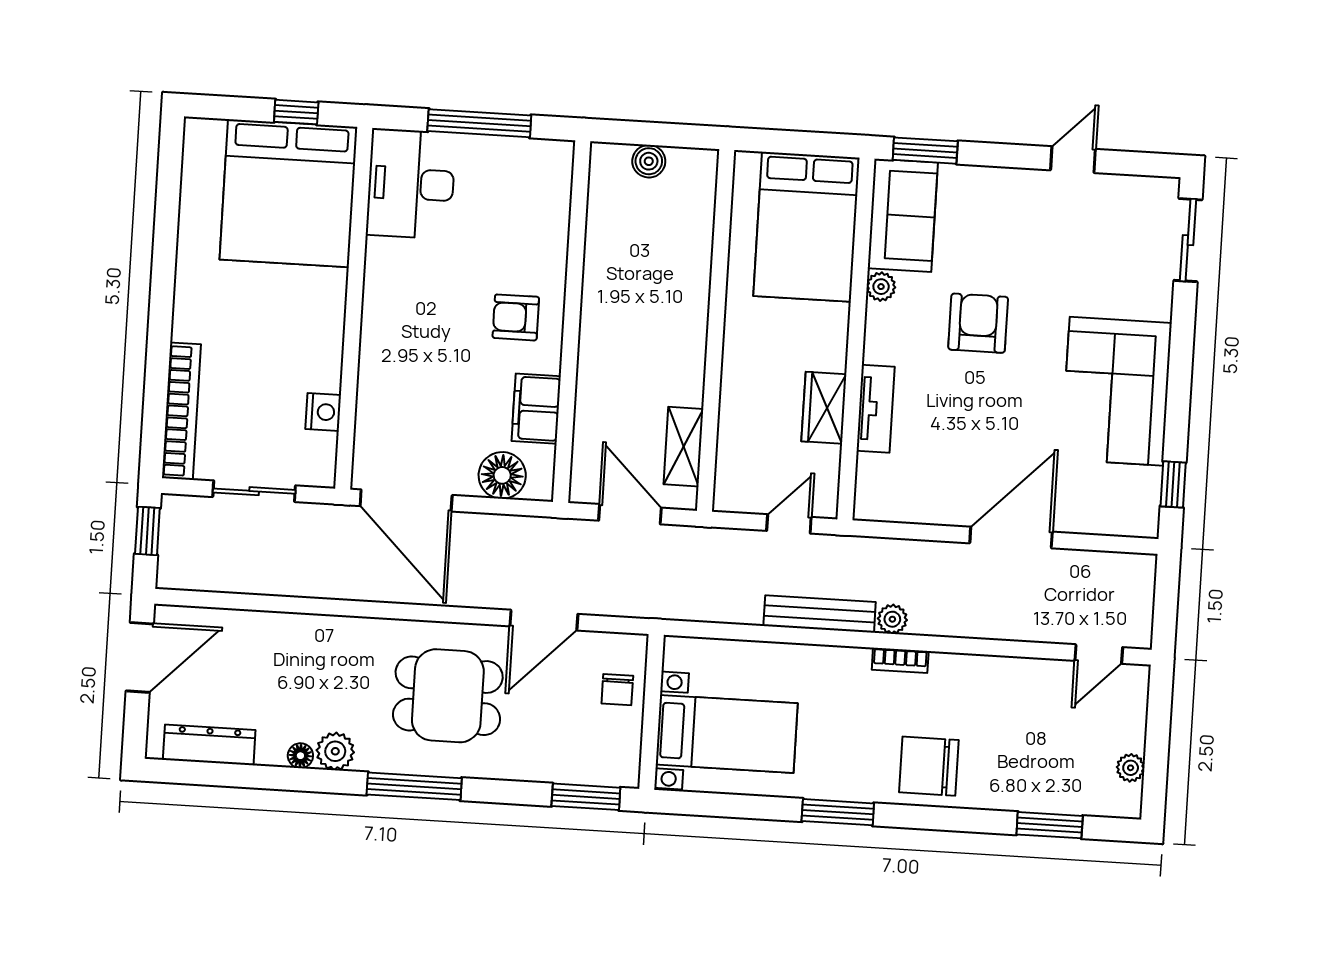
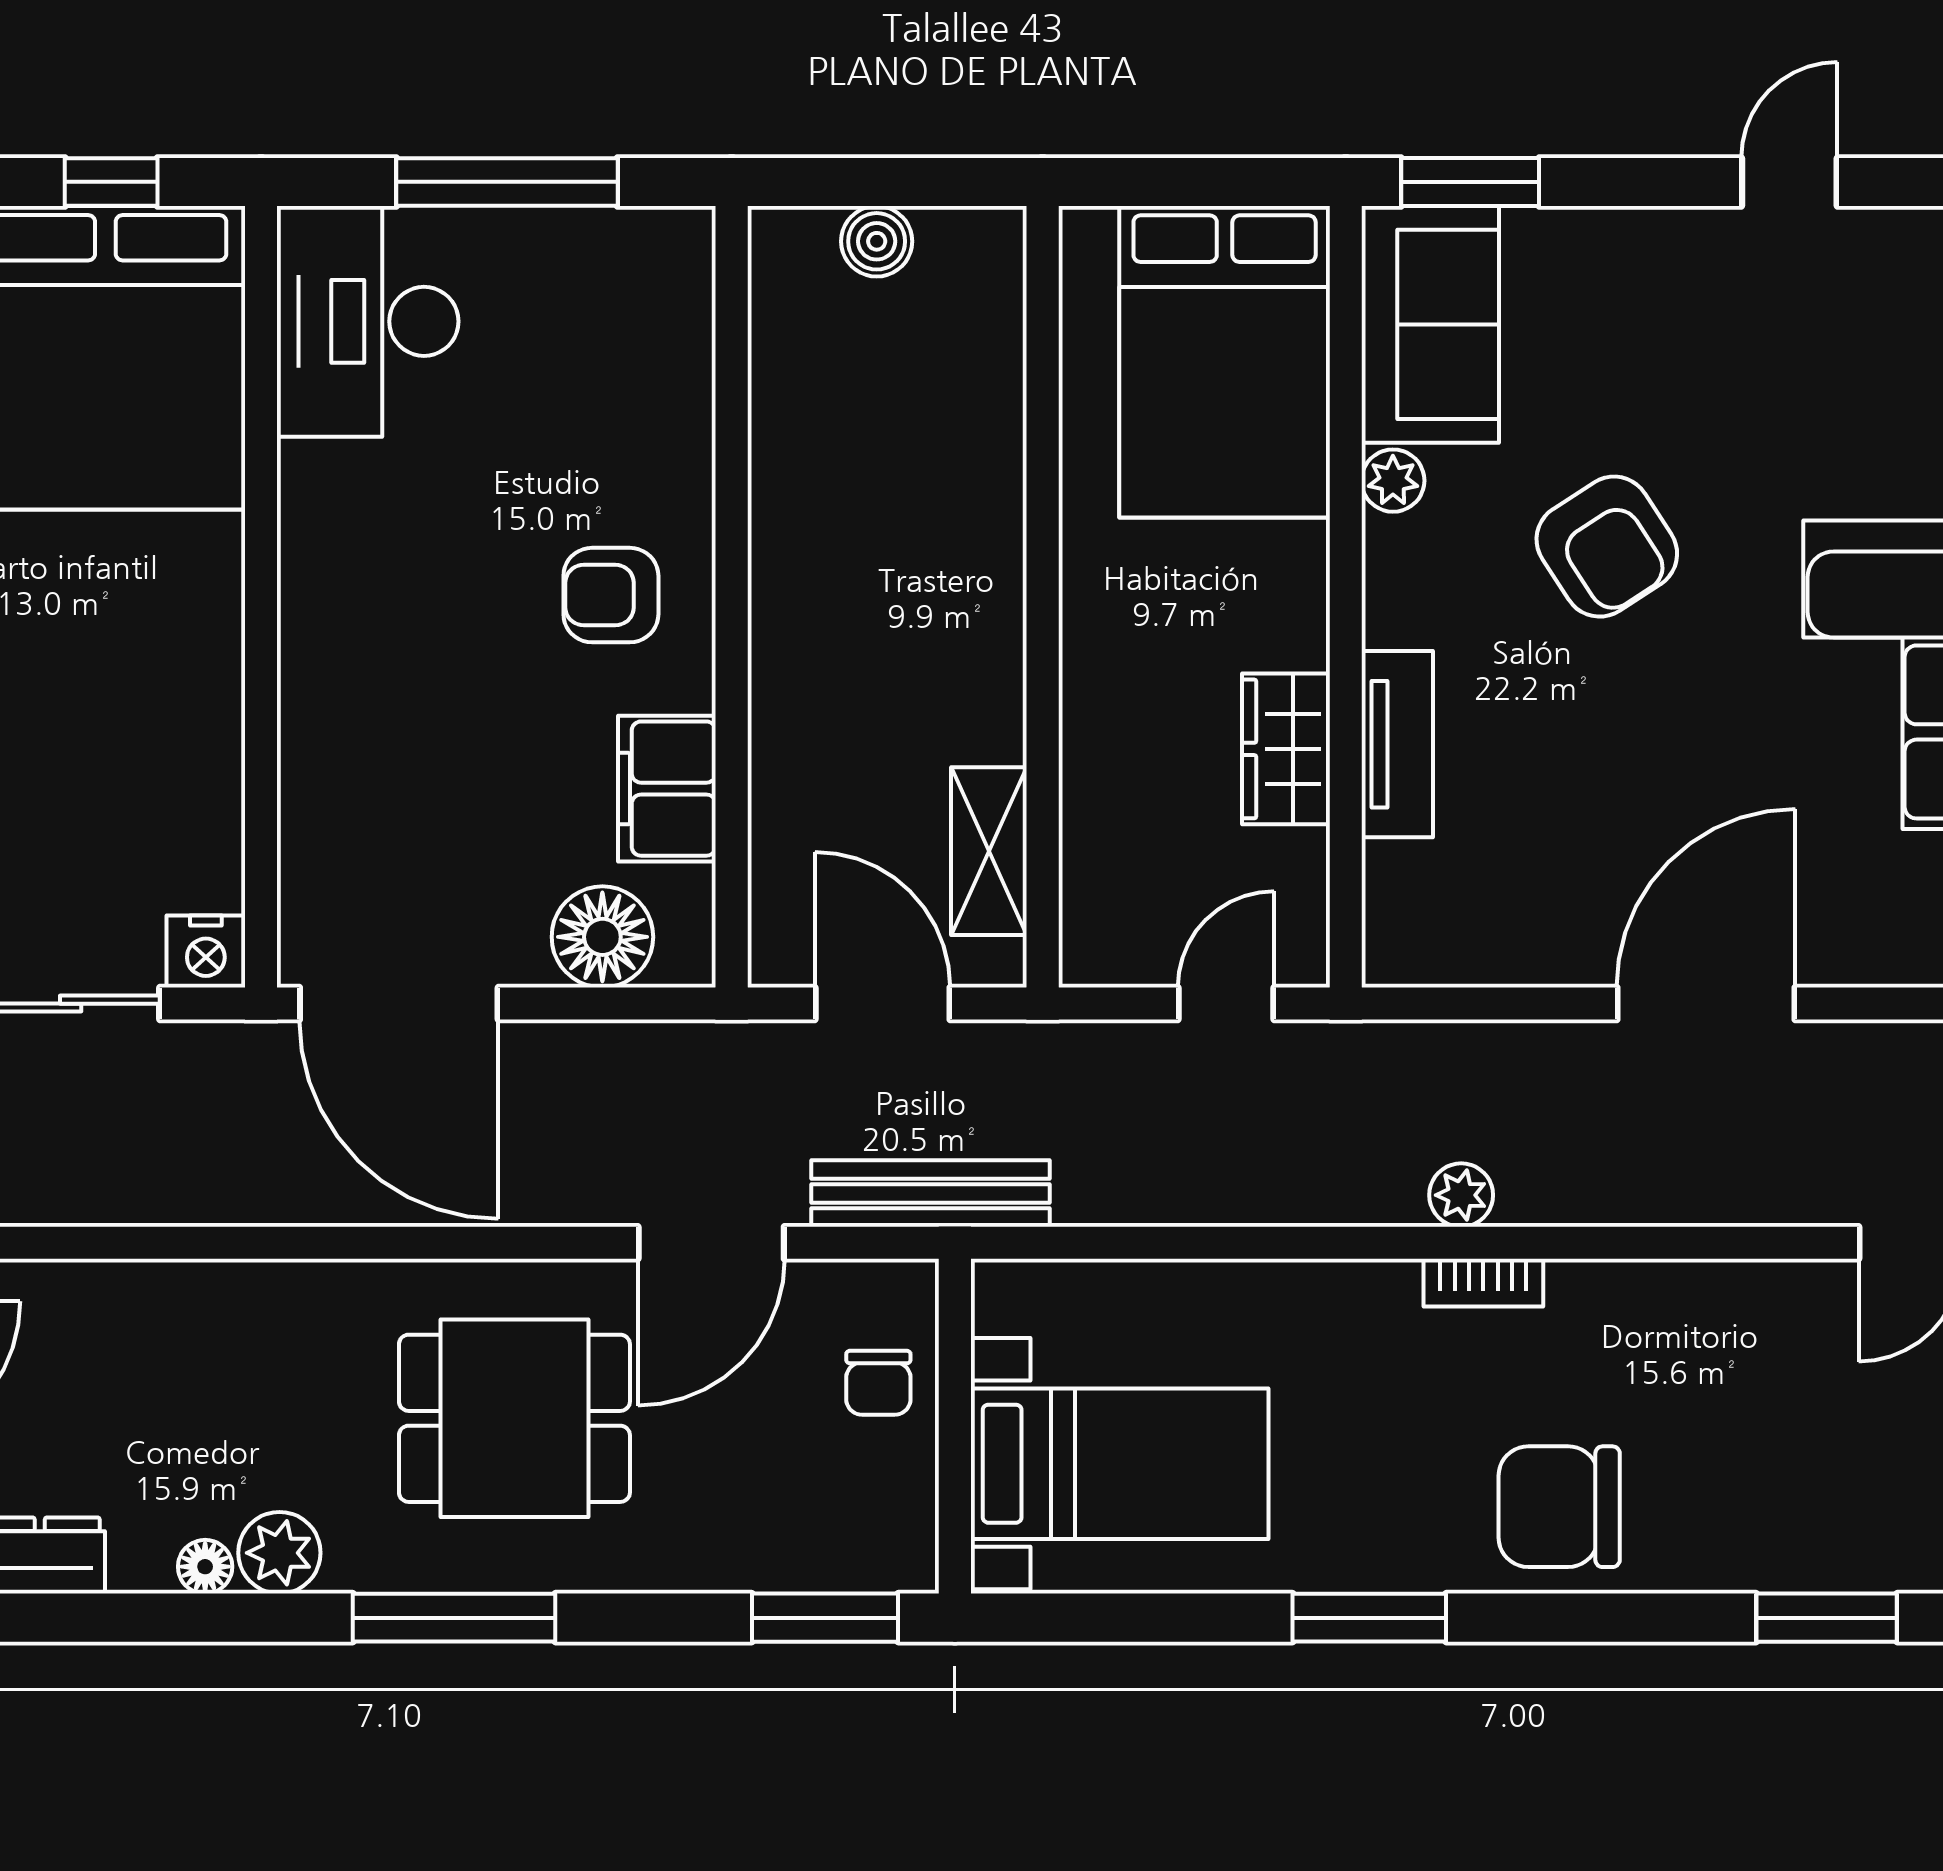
armchair: (978, 323) -> (1607, 547), turned 147
nightstand: (323, 412) -> (206, 951), moved, turned 90
bench: (820, 614) -> (930, 1193), moved

